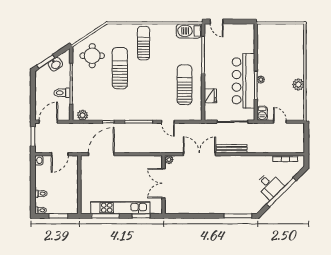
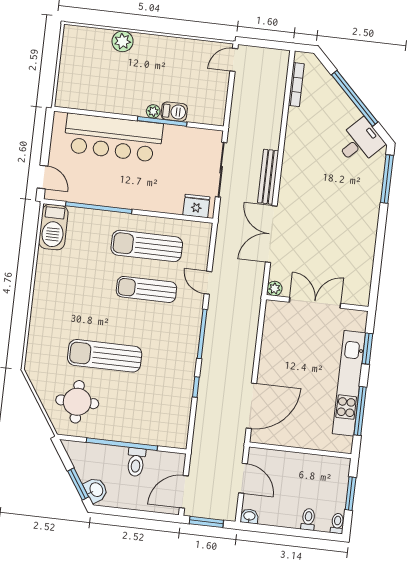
door: (217, 22) -> (43, 177), hinge flipped
sun lounger: (144, 43) -> (146, 289), moved
washbasin: (55, 64) -> (96, 490), moved
bar counter: (243, 81) -> (113, 138), moved
plant: (298, 84) -> (123, 41), moved
fridge: (210, 96) -> (196, 206), moved
barbecue: (262, 113) -> (174, 112), moved
plant: (83, 115) -> (179, 431), removed
door: (48, 122) -> (184, 492), hinge flipped
door: (168, 122) -> (208, 283), swing flipped
door: (280, 122) -> (234, 60), moved
door: (101, 154) -> (251, 406), swing flipped
double door: (163, 183) -> (315, 303), swing flipped
desk: (270, 186) -> (360, 142), moved

